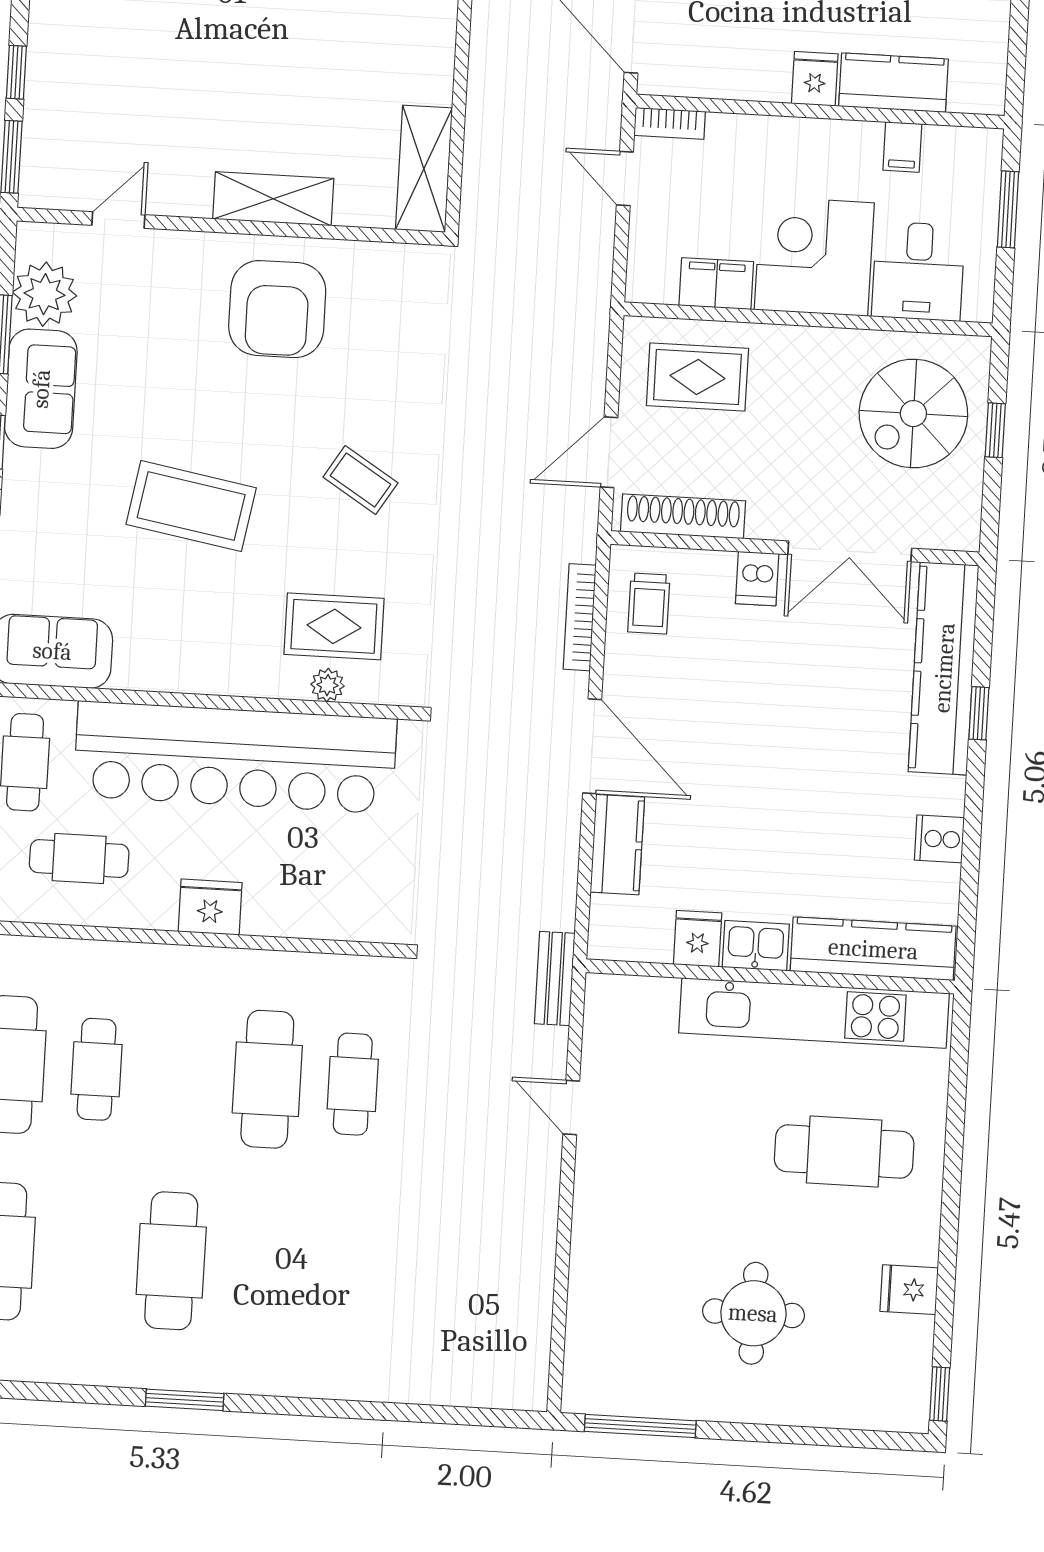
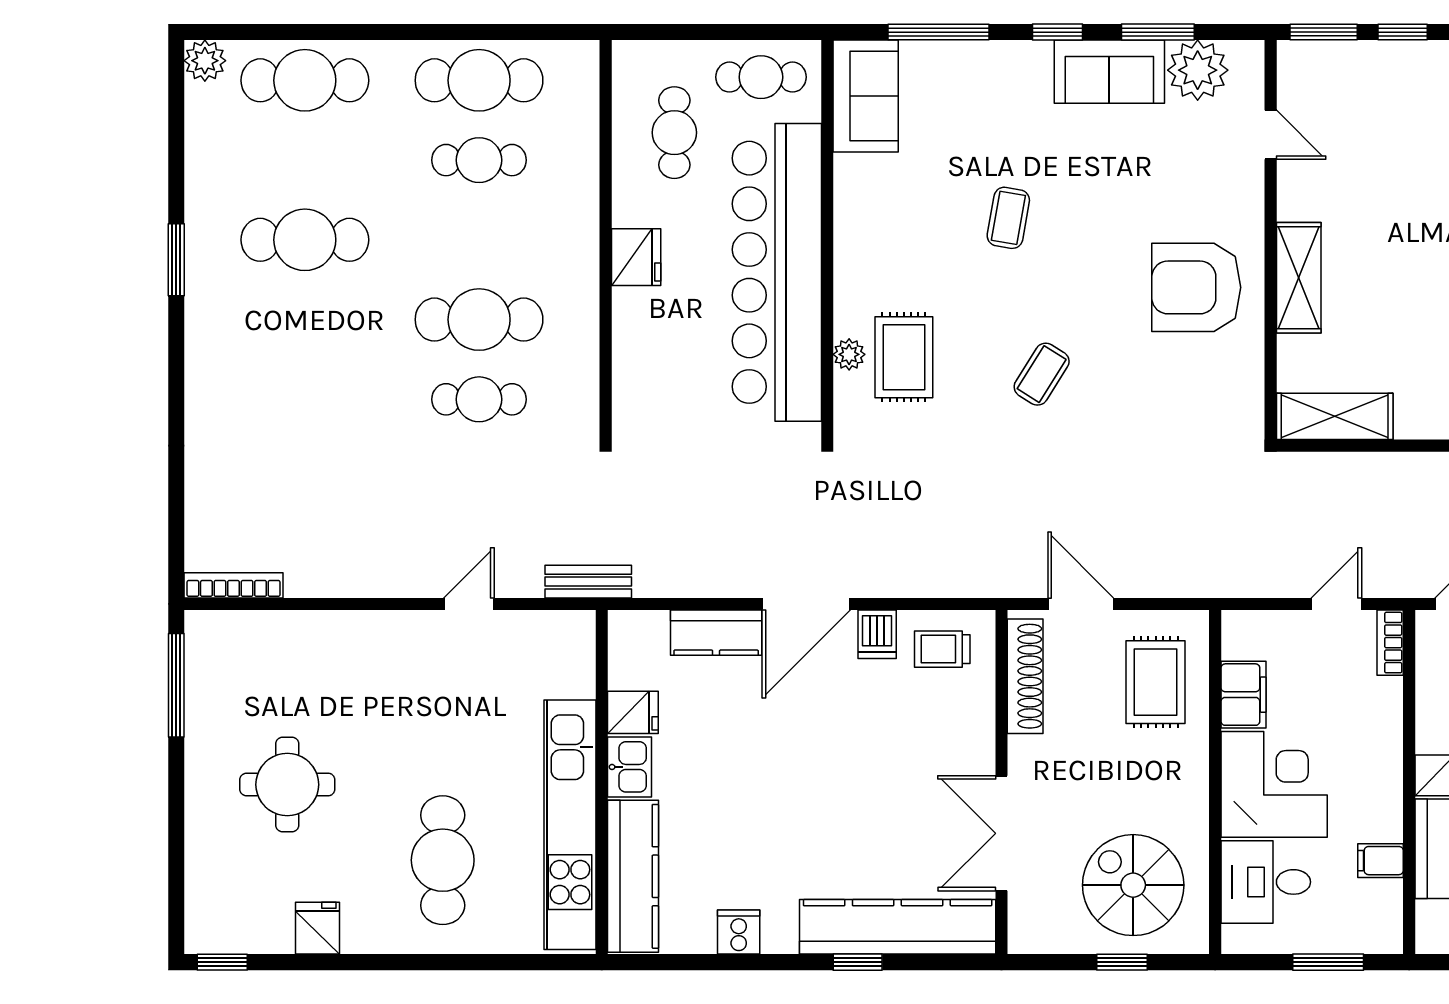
coffee table: (191, 506) -> (1008, 218), width x0.54, depth x0.58
dishwasher: (757, 579) -> (877, 634), moved, turned -90
bookcase: (580, 617) -> (233, 585), moved

